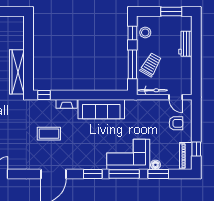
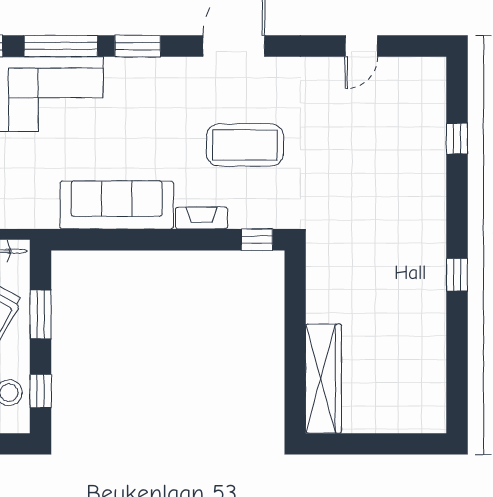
window: (132, 64) -> (41, 314), width x0.69
wardrobe: (17, 72) -> (323, 379), moved
coffee table: (49, 134) -> (245, 145), width x1.36, depth x1.32

